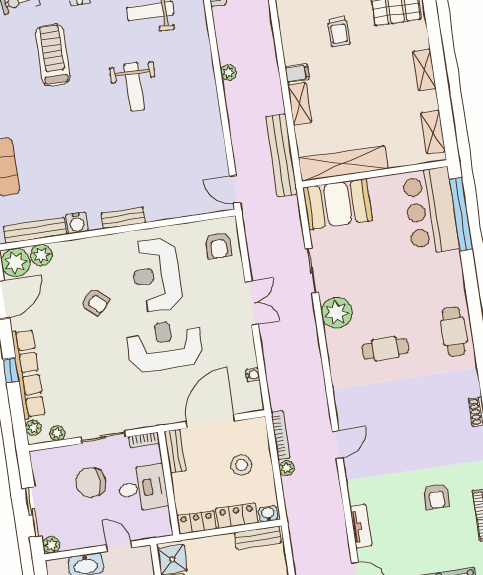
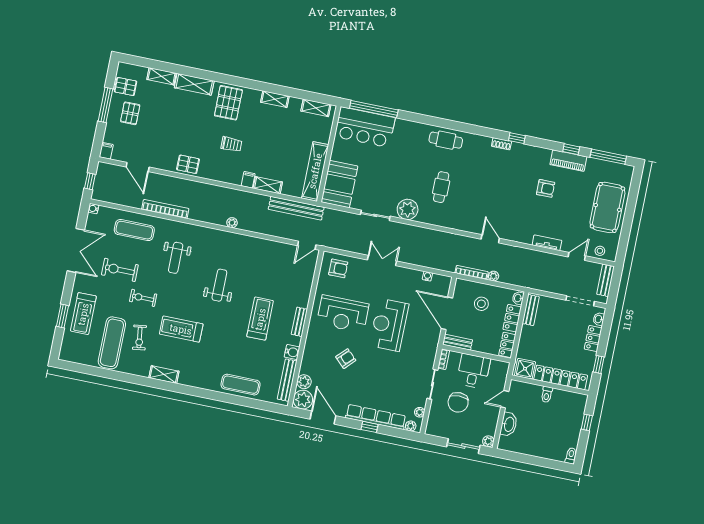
weight bench: (134, 87) -> (219, 285), turned -90
treadmill: (108, 161) -> (260, 319), added

